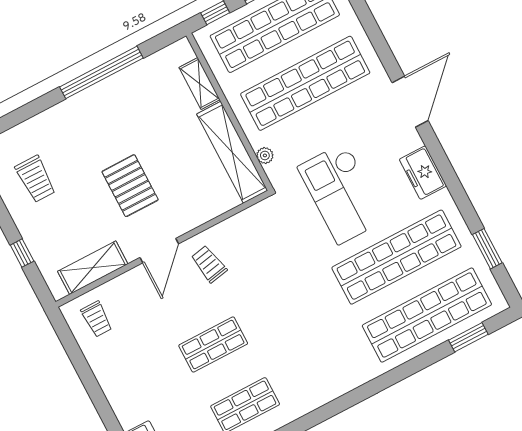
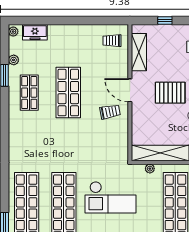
checkout: (342, 193) -> (110, 197), turned 180
shop shelf: (213, 345) -> (68, 93), width x1.43, depth x1.36

